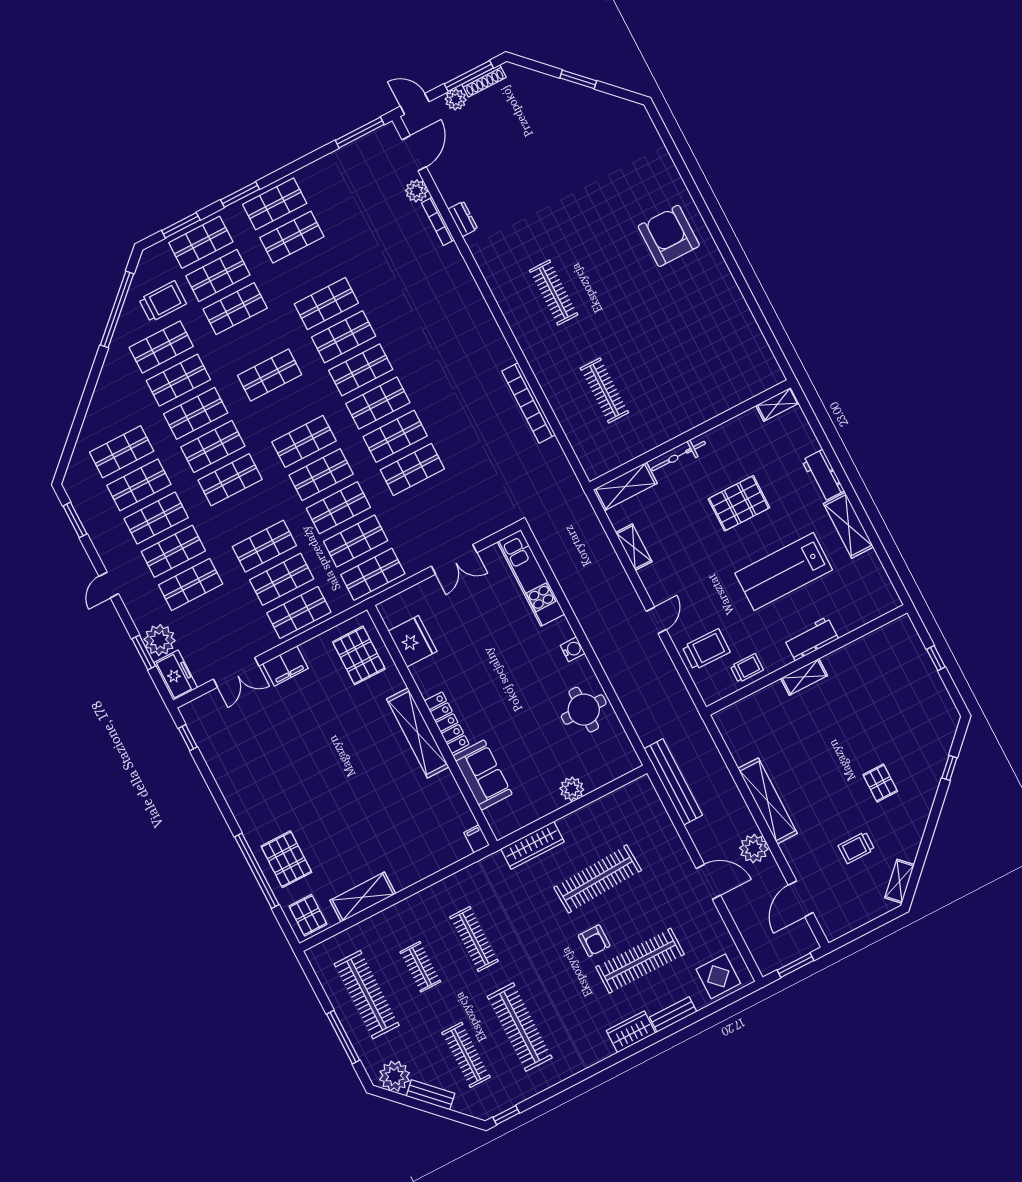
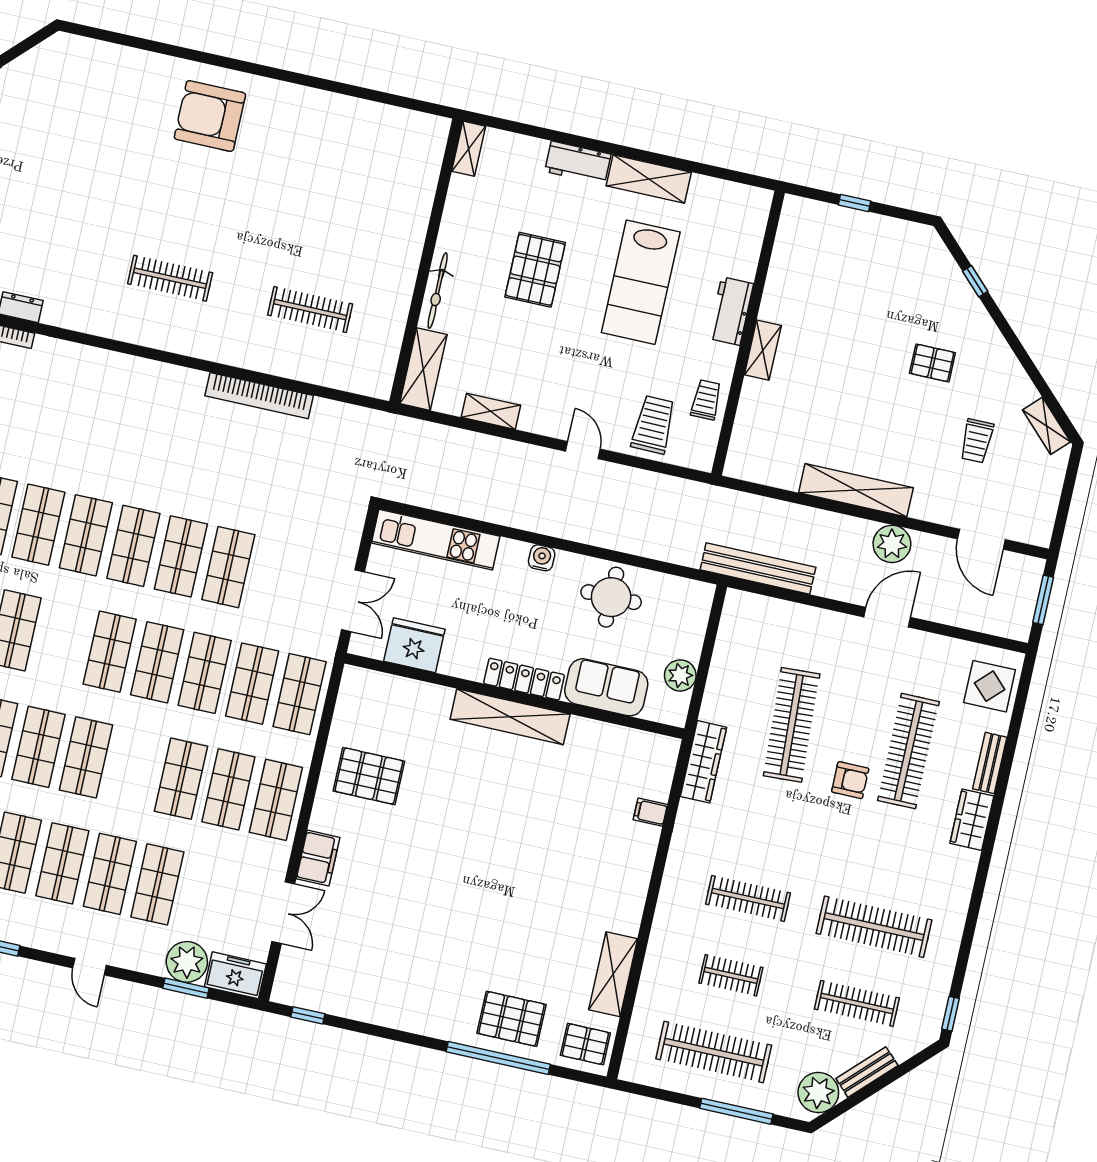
fridge: (413, 641) -> (414, 645), moved
locker: (447, 723) -> (524, 679), moved
wall: (432, 725) -> (514, 696), moved
shelving: (418, 733) -> (510, 717), moved
sofa: (483, 775) -> (606, 687), moved

